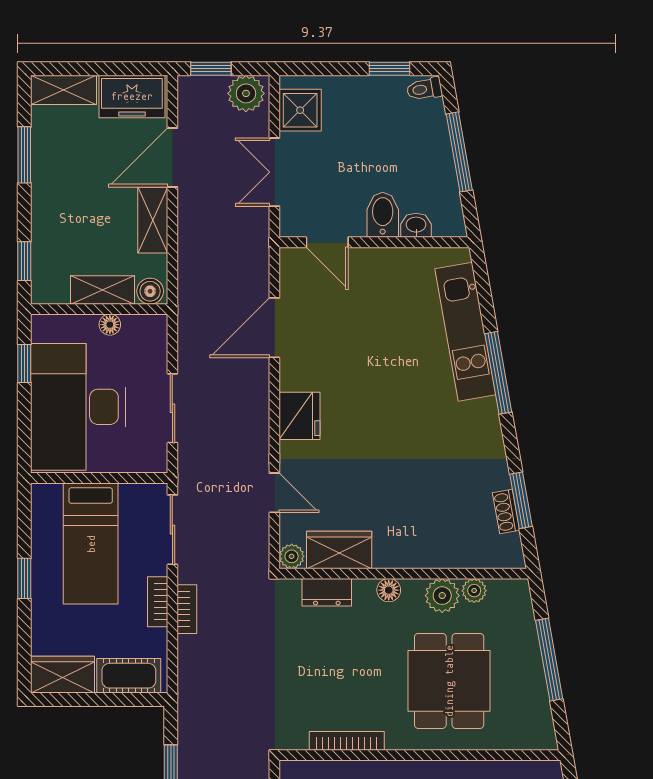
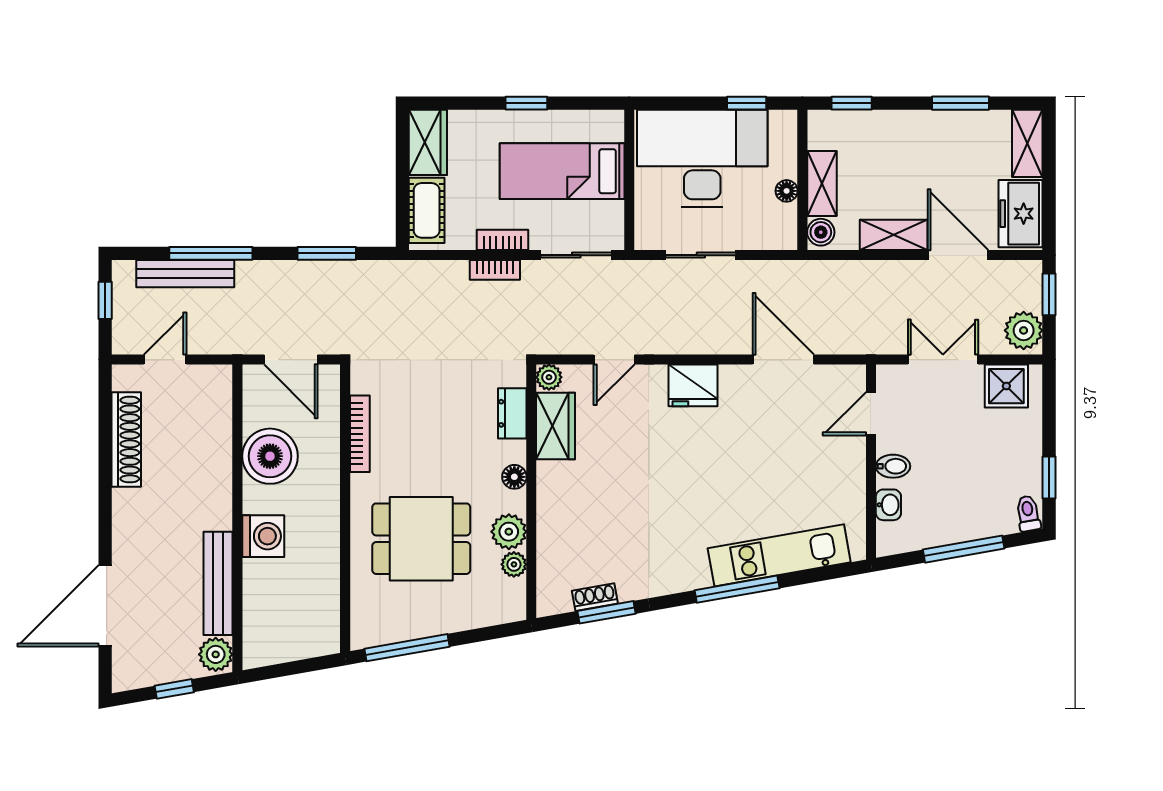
bidet: (383, 215) -> (893, 466), width x0.72, depth x0.74
window: (549, 660) -> (407, 648), moved

